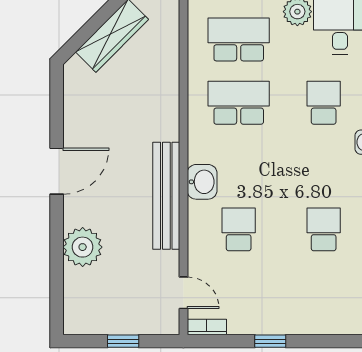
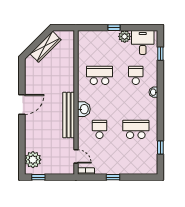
school desk: (239, 39) -> (99, 48), removed
school desk: (324, 229) -> (136, 129), width x1.85
plant: (83, 247) -> (33, 160), moved
window: (123, 341) -> (38, 177), moved

